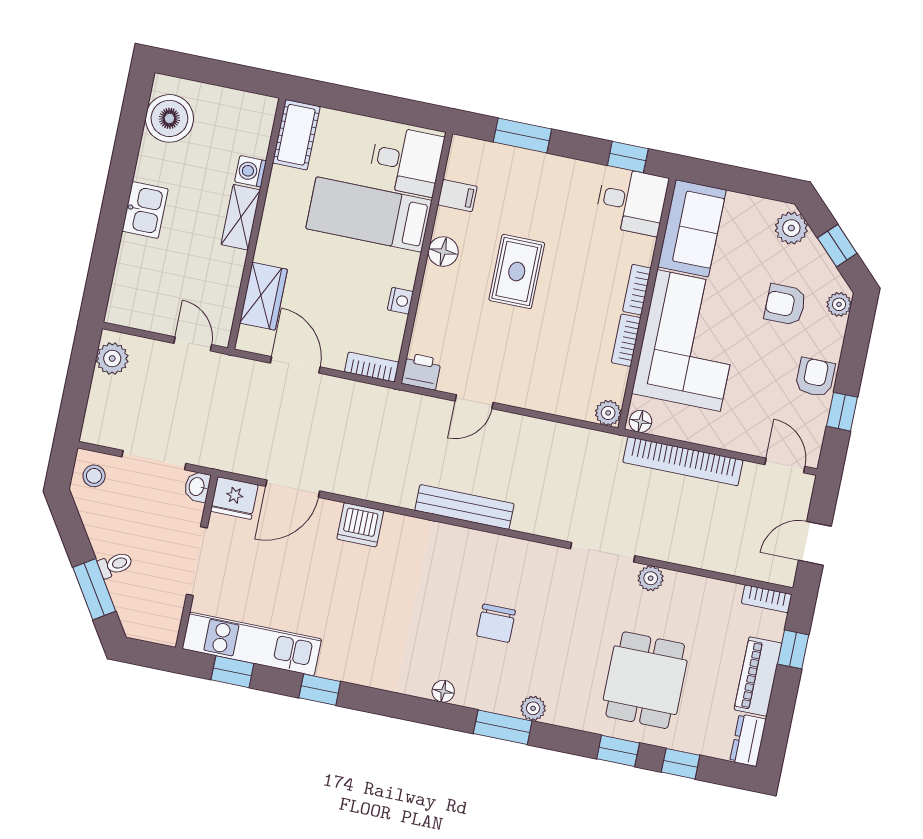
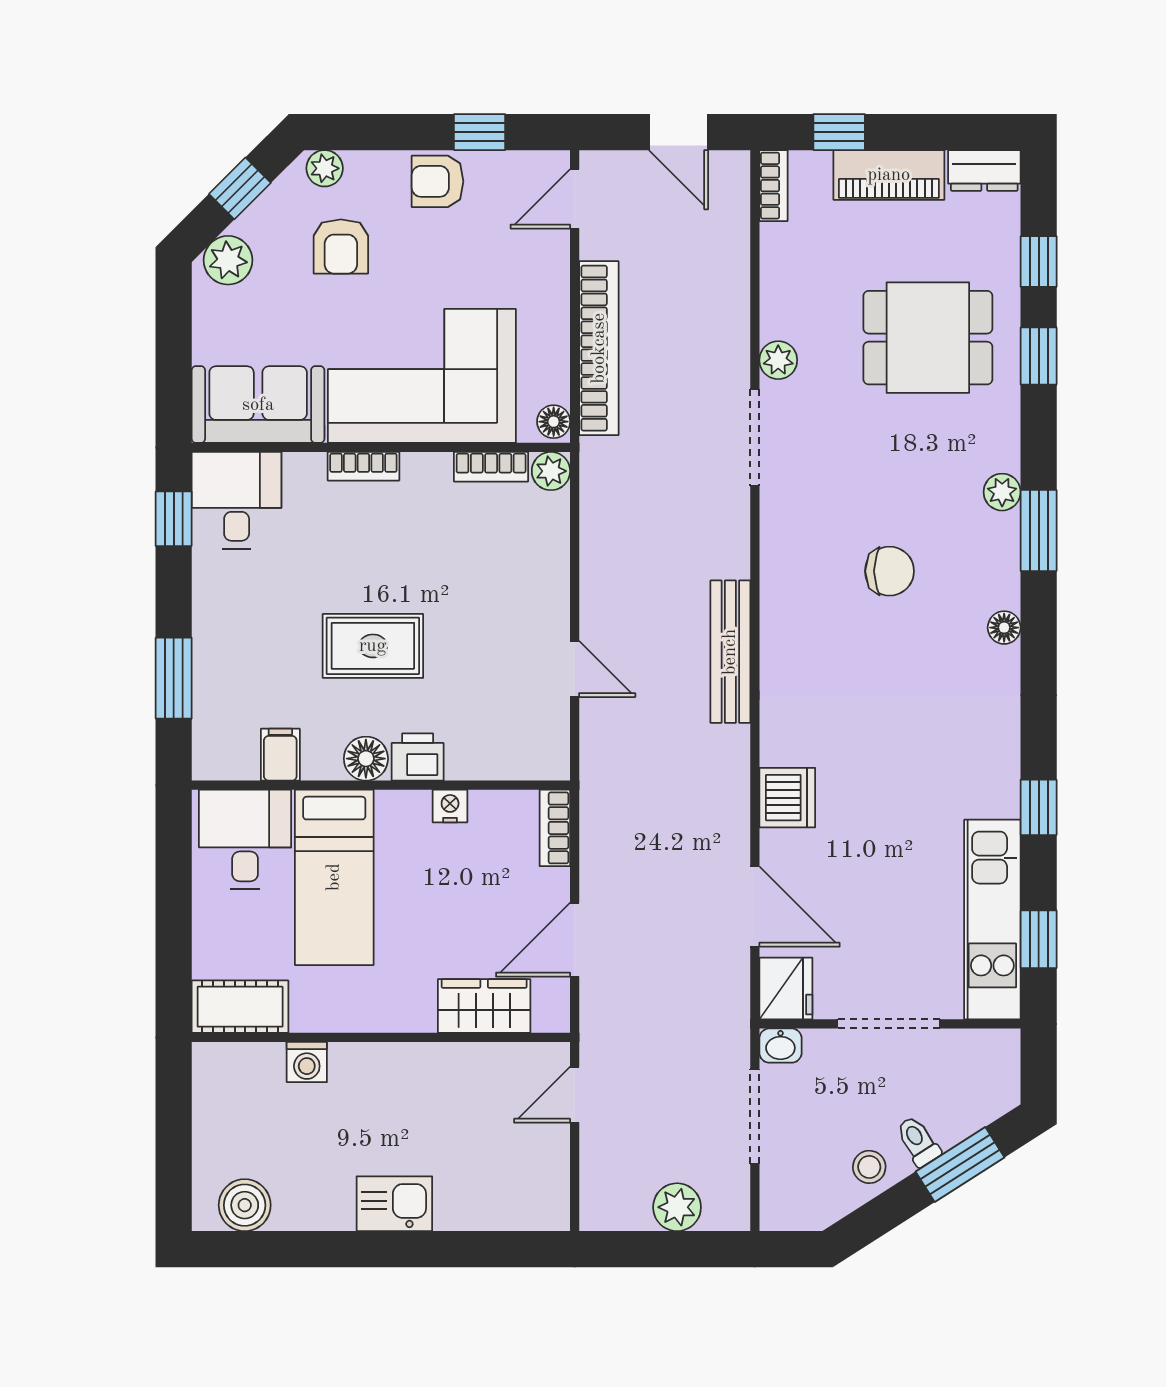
boiler: (169, 118) -> (245, 1205), width x0.73, depth x0.73
shelving: (241, 217) -> (376, 1063), removed
bookcase: (626, 340) -> (491, 467), moved
plant: (112, 359) -> (677, 1207), moved
printer: (421, 371) -> (418, 757), moved, turned 90
stool: (94, 476) -> (869, 1167), moved

